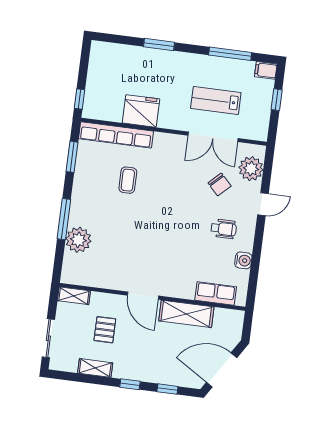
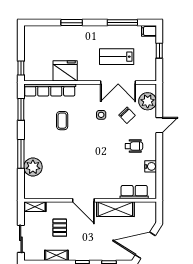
side table: (183, 179) -> (101, 115), added

